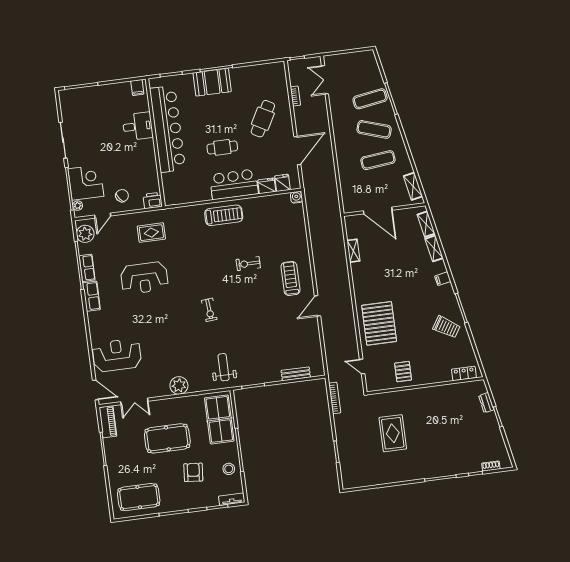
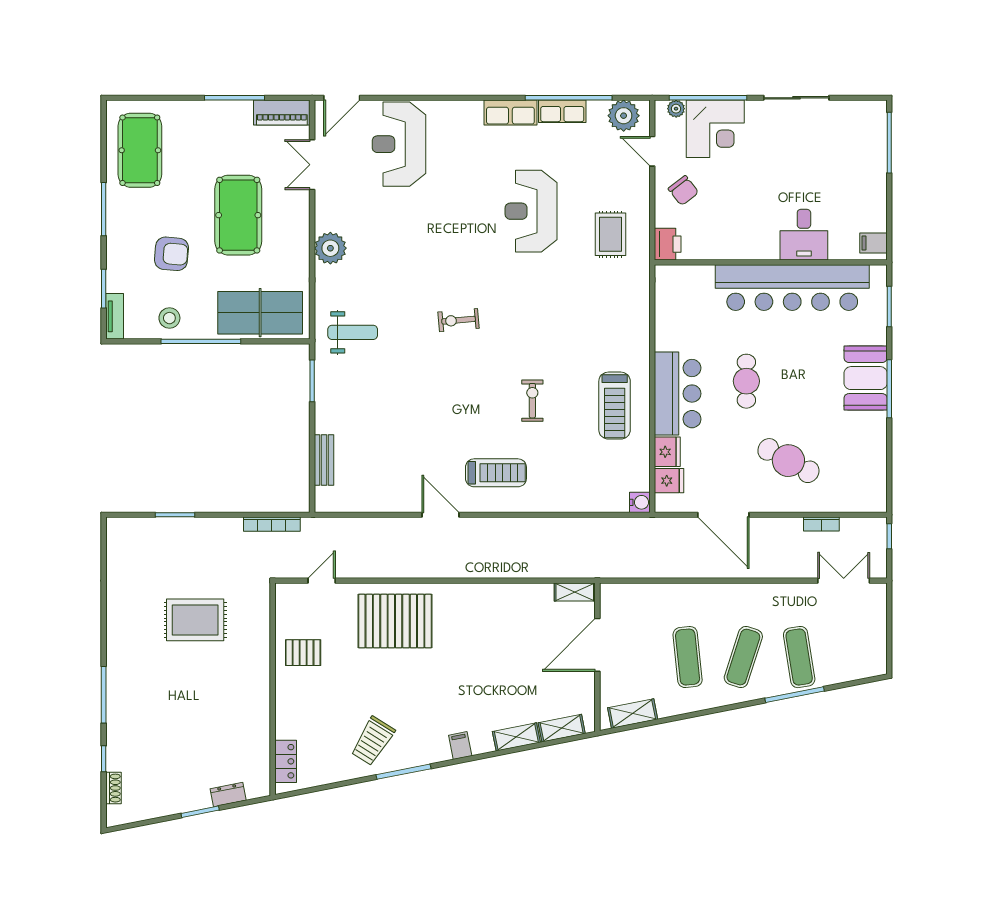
treadmill: (224, 215) -> (615, 406), moved
shelving: (353, 251) -> (575, 592), moved
reception desk: (117, 355) -> (399, 144), turned 180

